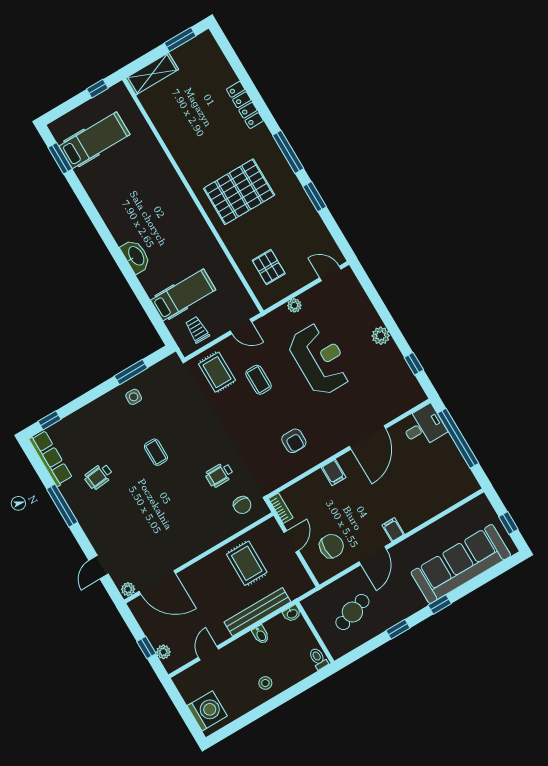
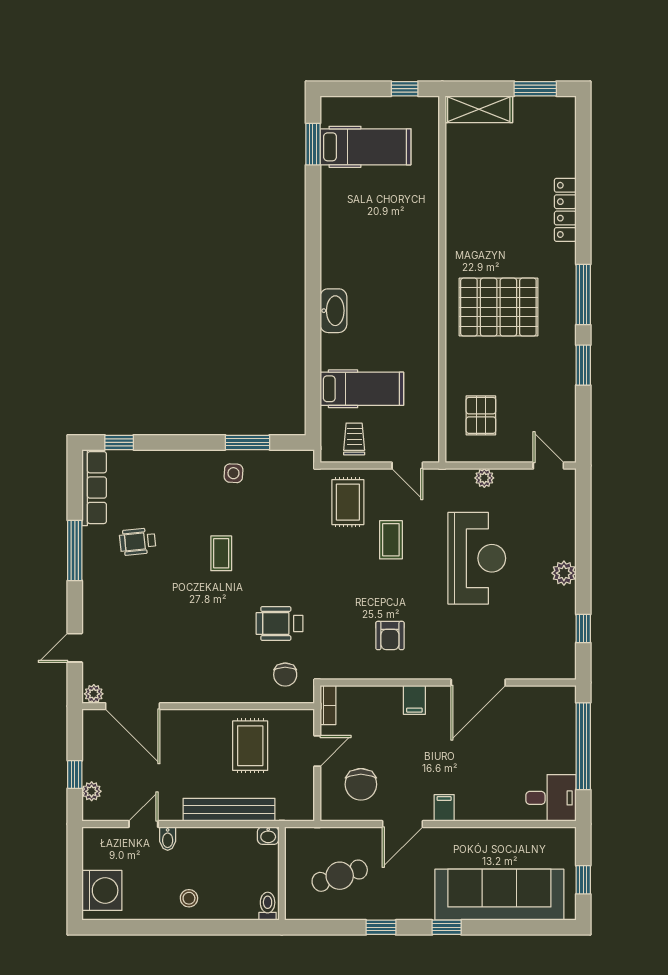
desk: (424, 427) -> (551, 798), moved
wheelchair: (219, 475) -> (280, 623), width x1.36, depth x1.37
chair: (331, 546) -> (361, 784), turned 90
bidet: (261, 635) -> (168, 839), moved

